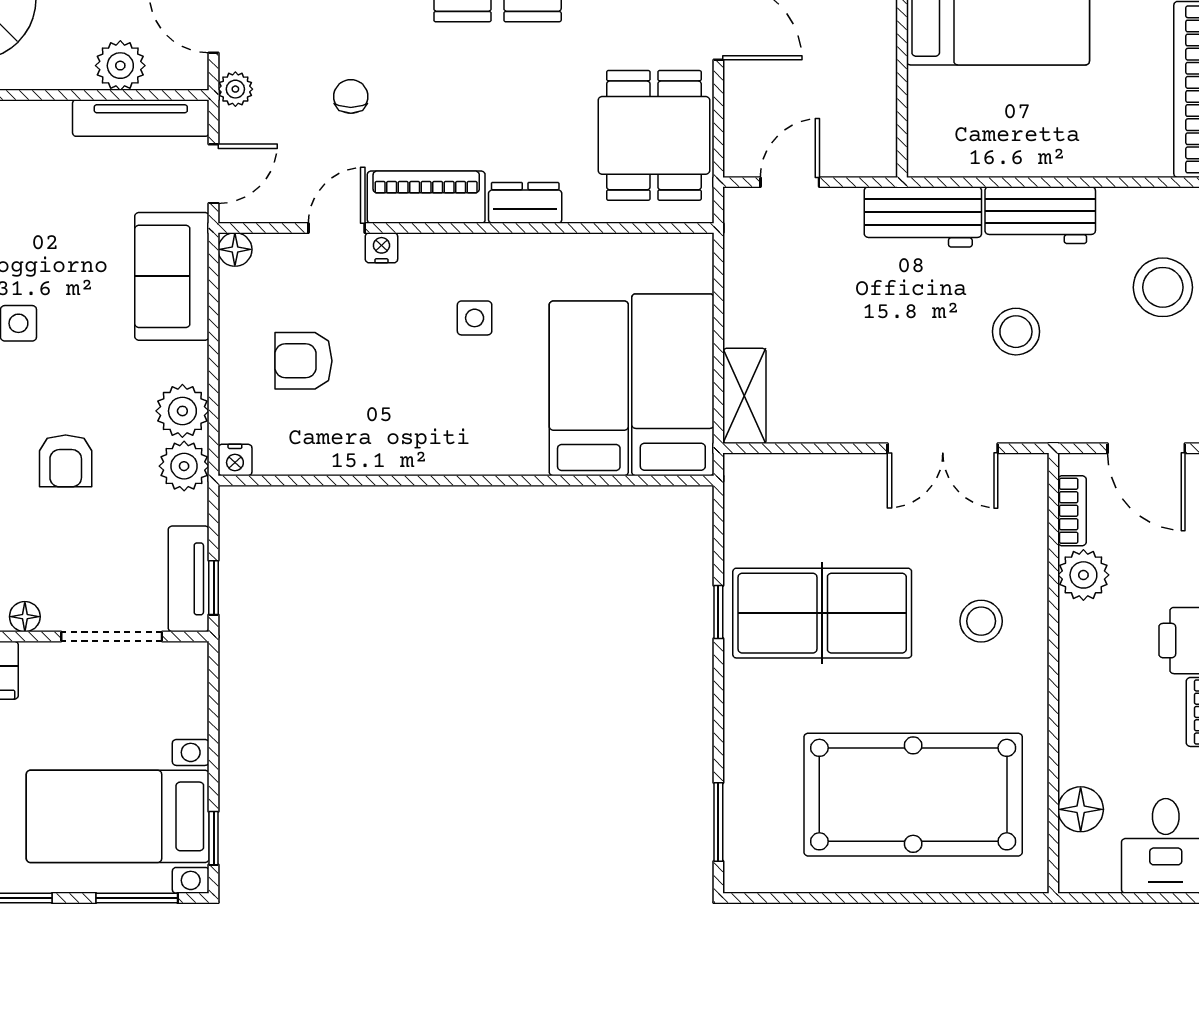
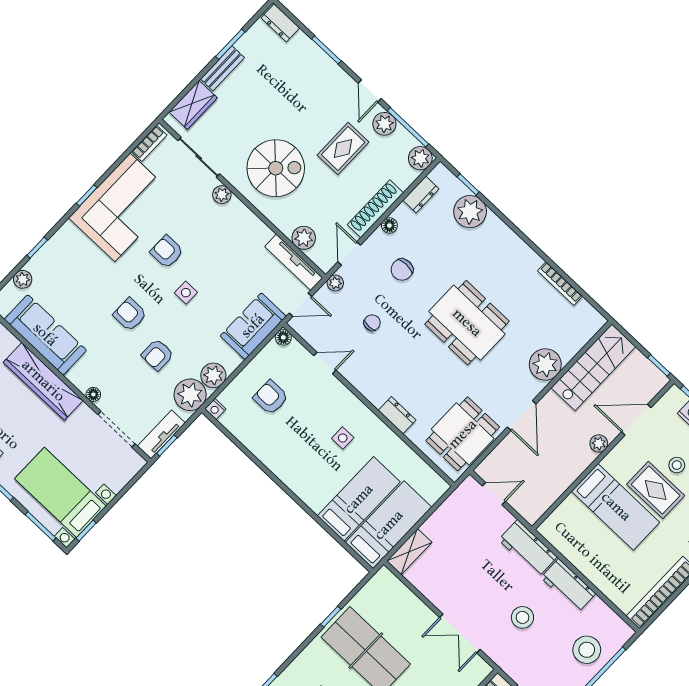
piano: (426, 197) -> (365, 381), removed
nightstand: (381, 248) -> (334, 384), removed
plant: (184, 466) -> (190, 395), width x1.36, depth x1.36

